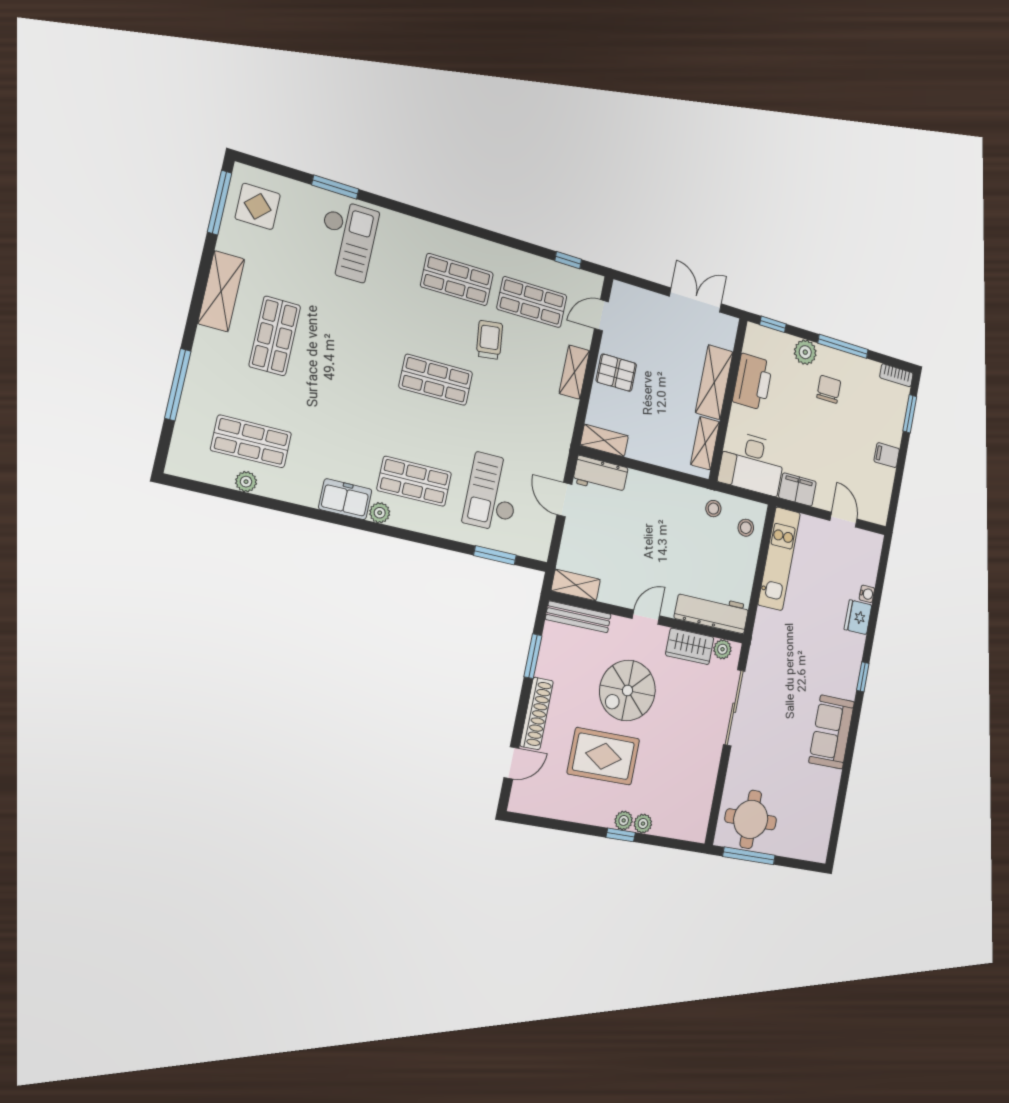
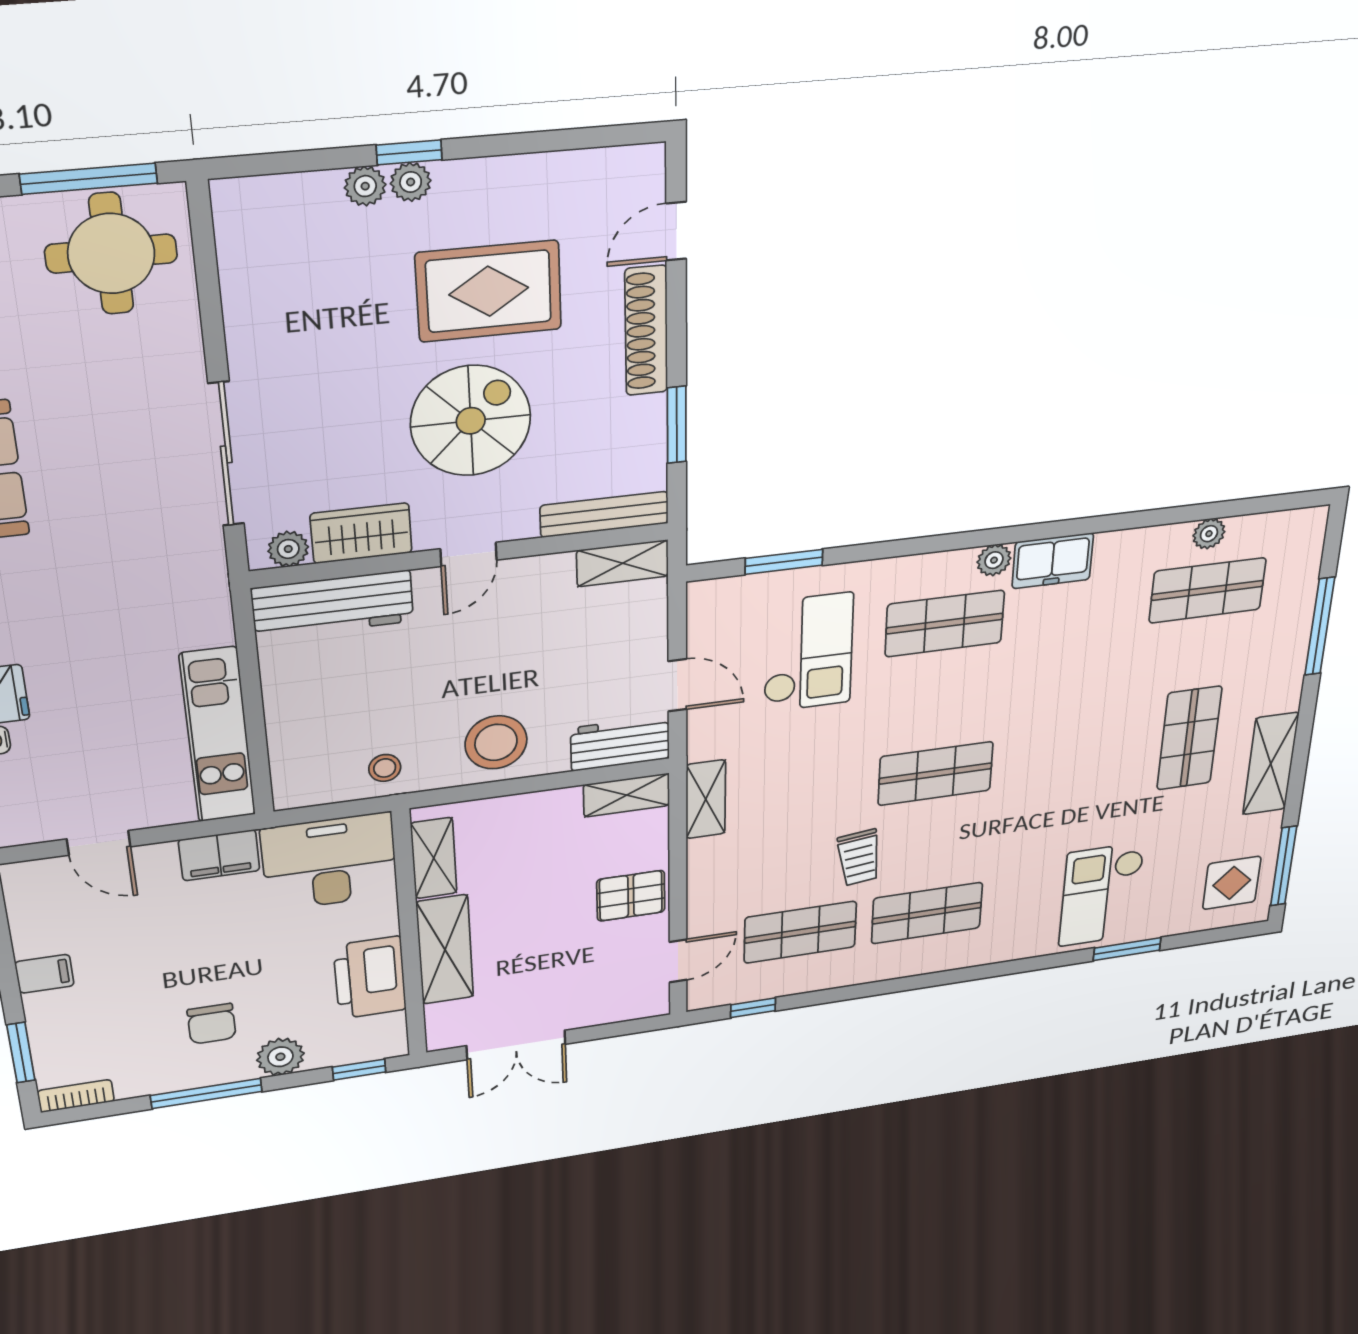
shelving: (574, 372) -> (706, 799), moved
stool: (746, 528) -> (496, 742), moved, width x1.89, depth x1.89

